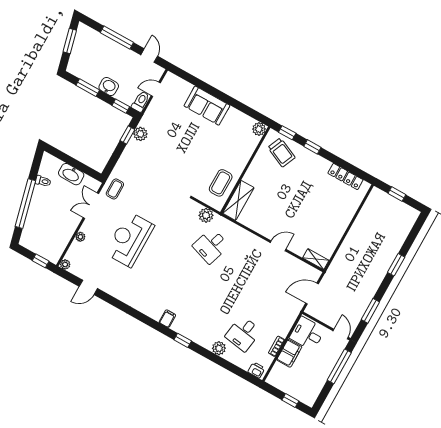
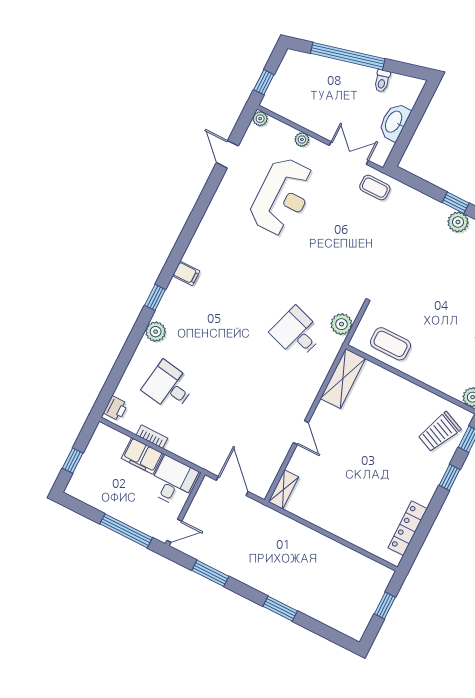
shelving: (238, 200) -> (343, 379), moved, turned 90
reception desk: (130, 239) -> (282, 197), moved, turned 90
plant: (219, 348) -> (156, 332), moved

